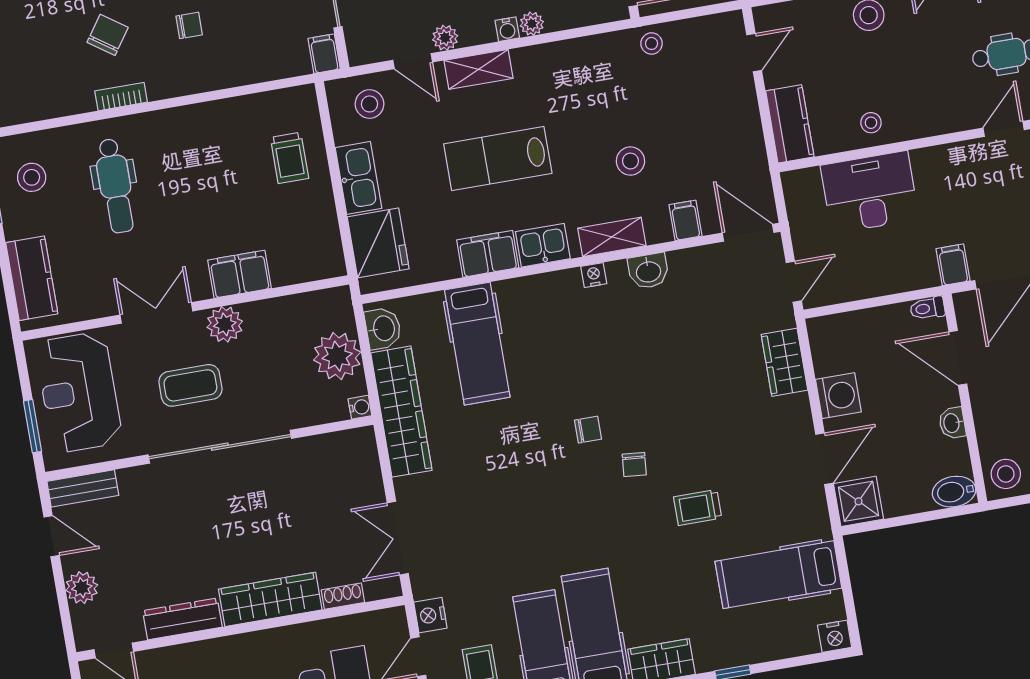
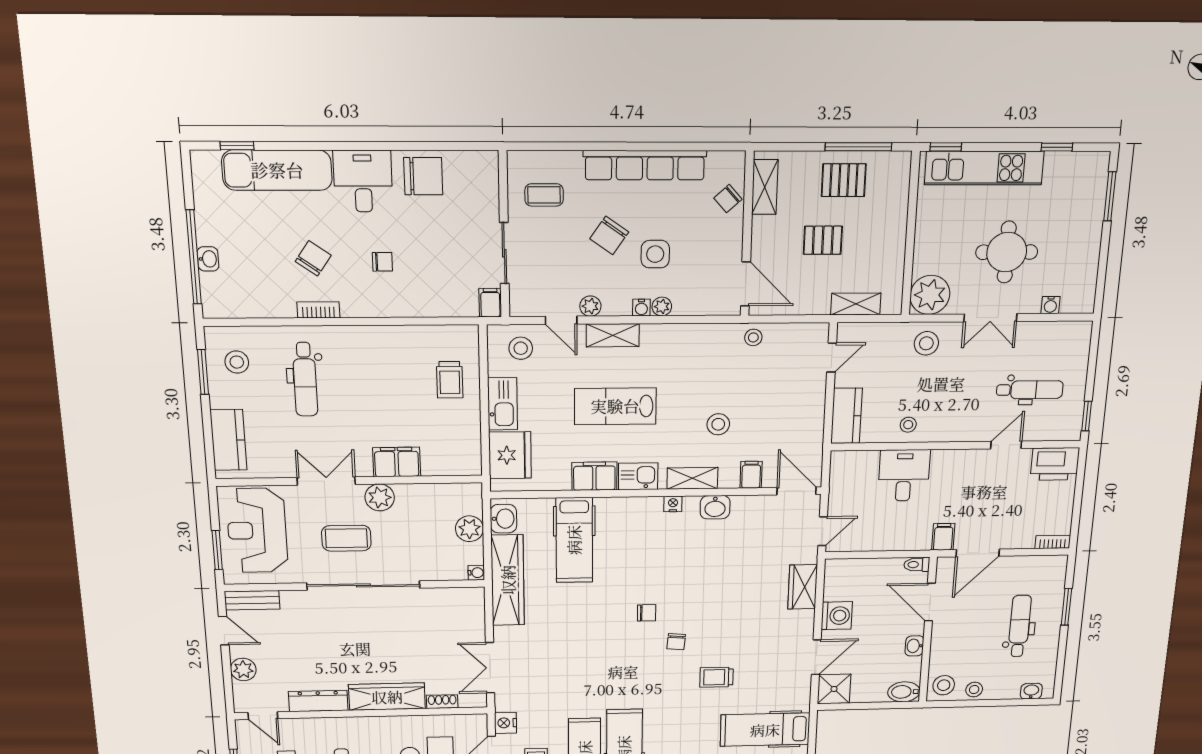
desk: (870, 192) -> (904, 475), width x0.73
plant: (337, 356) -> (469, 529), width x0.73, depth x0.73

